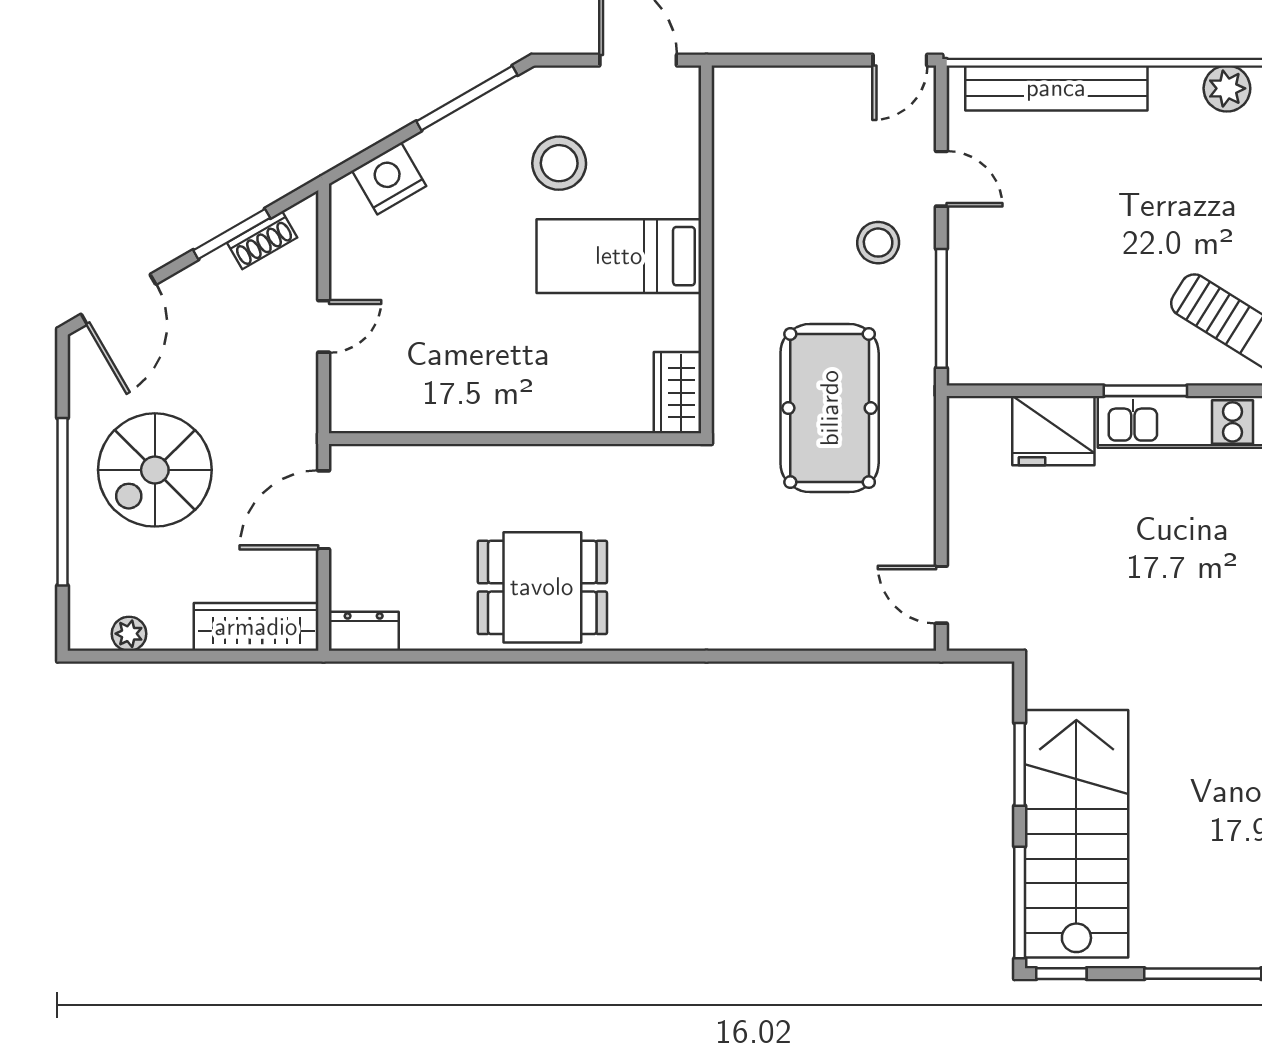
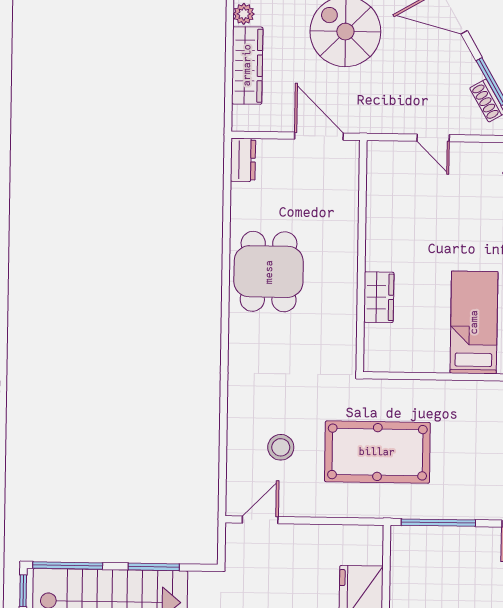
stool: (878, 243) -> (281, 447), moved
wardrobe: (678, 393) -> (379, 297), moved, turned 90
wardrobe: (256, 627) -> (247, 65), moved

